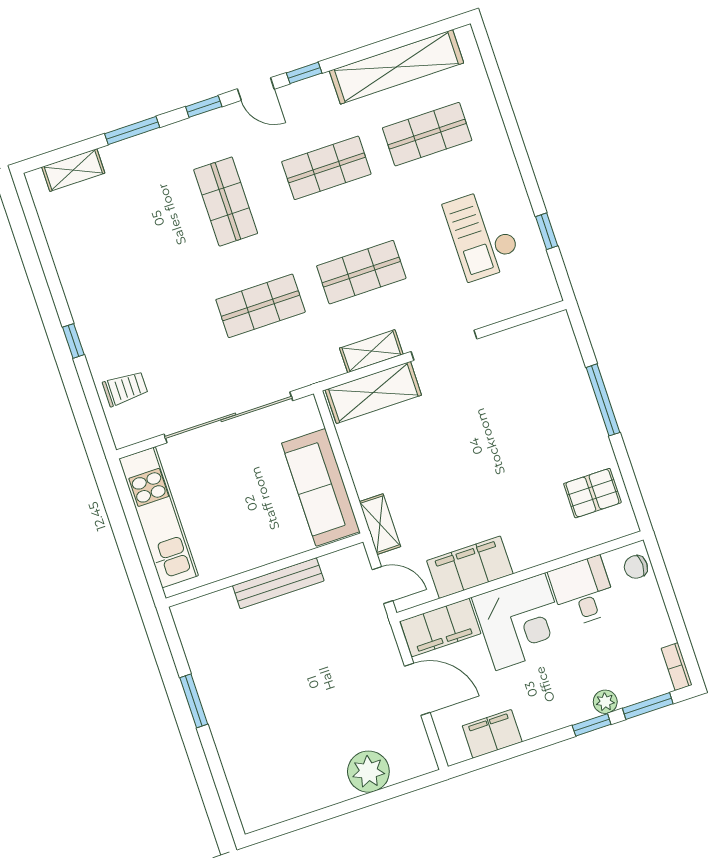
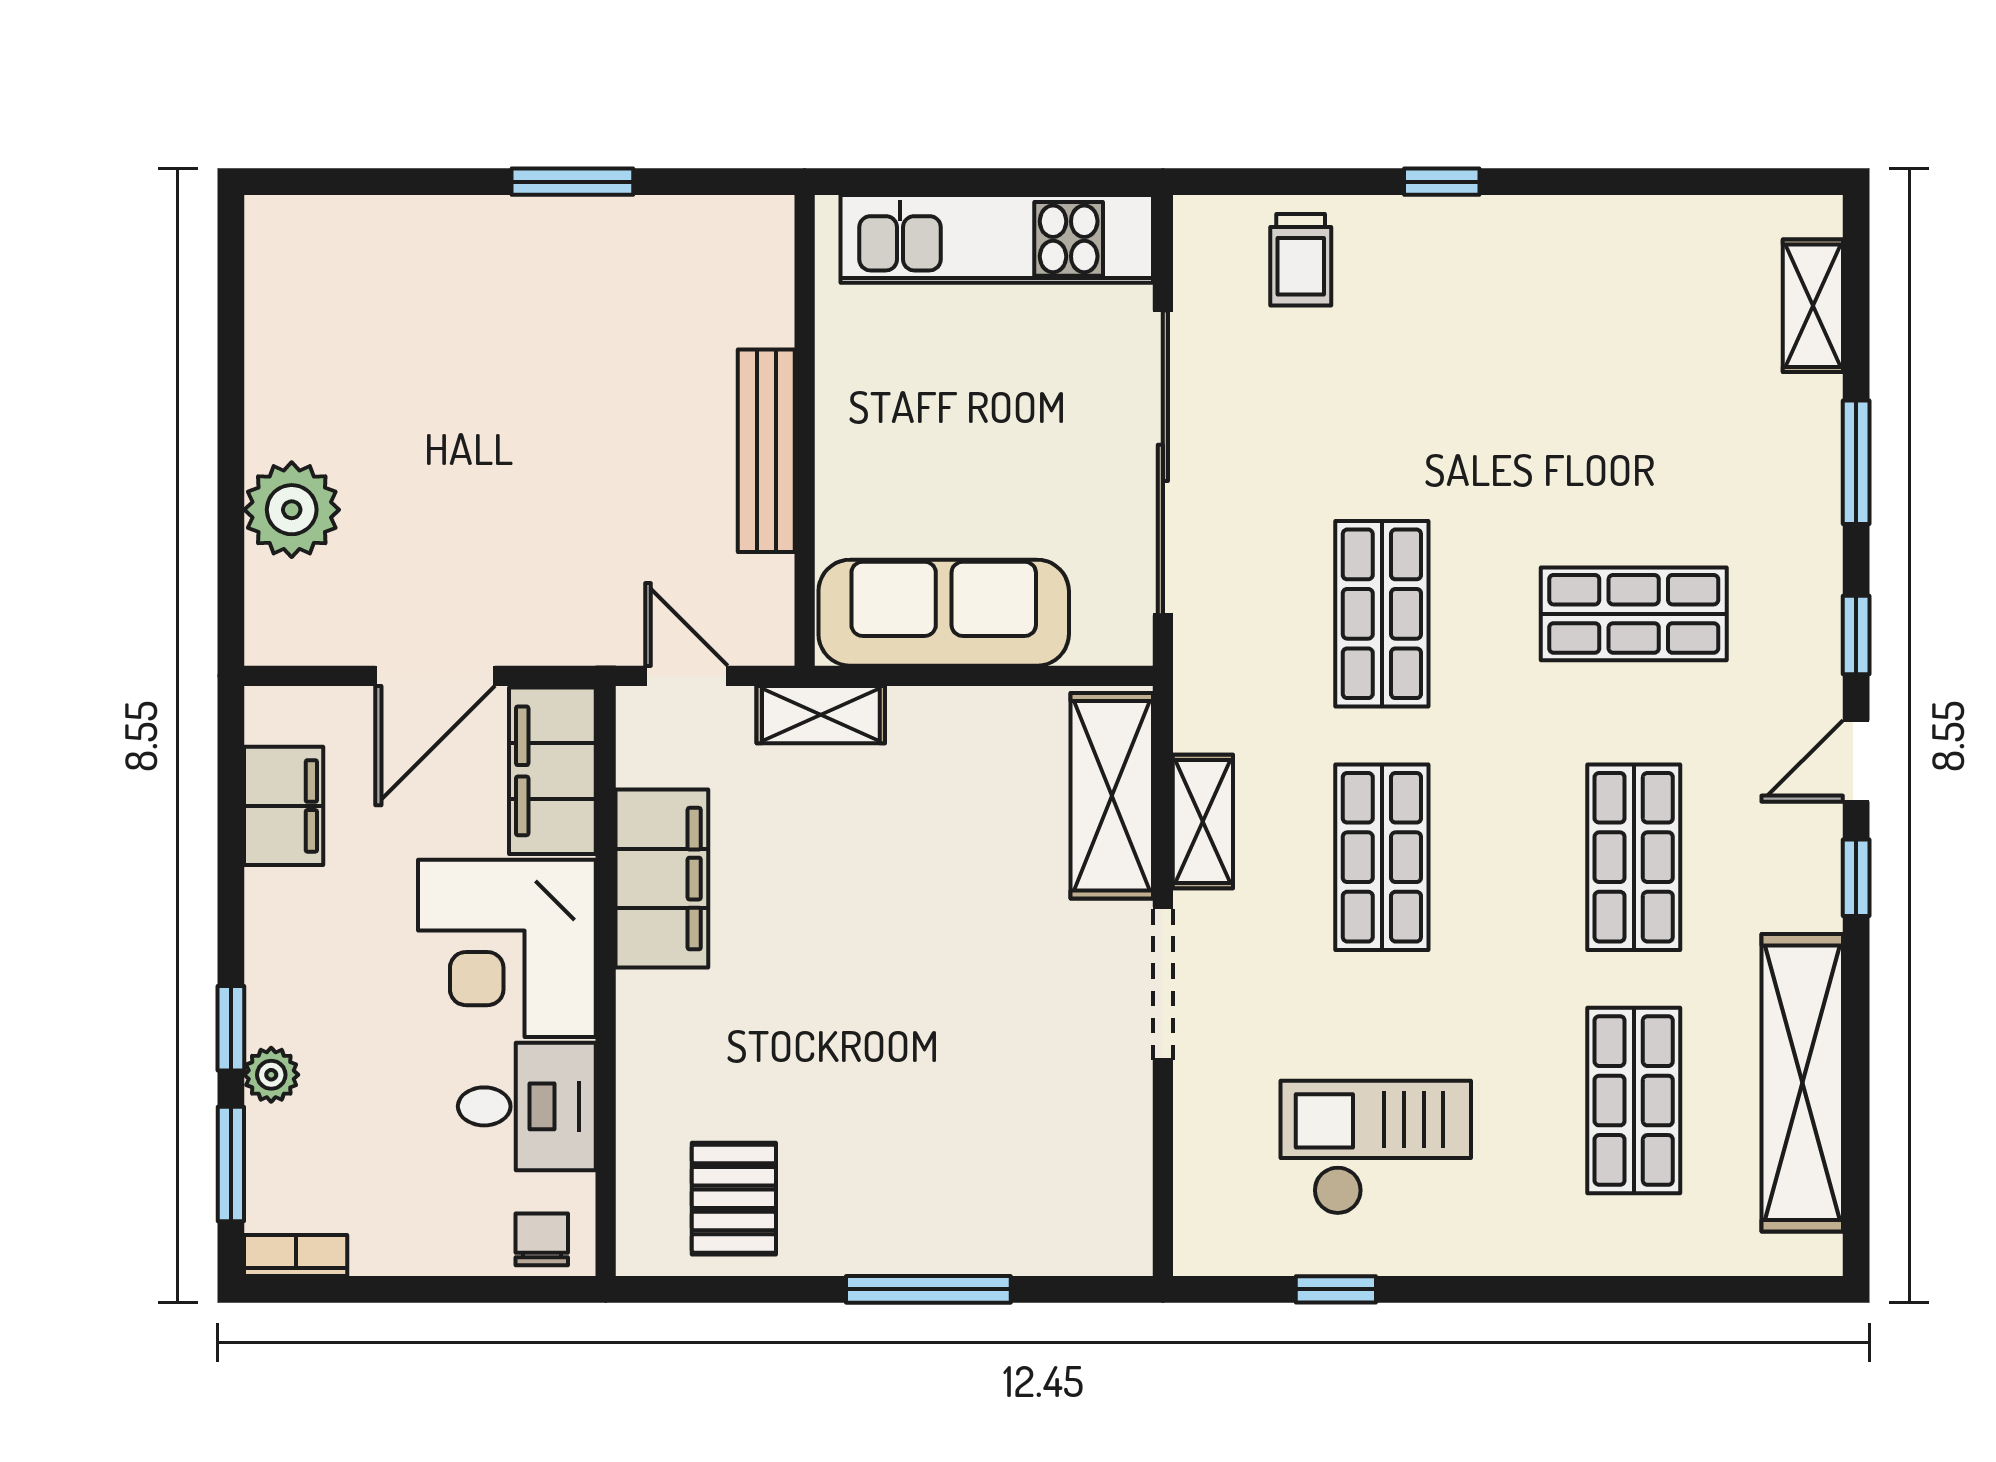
door: (383, 585) -> (686, 676), swing flipped

